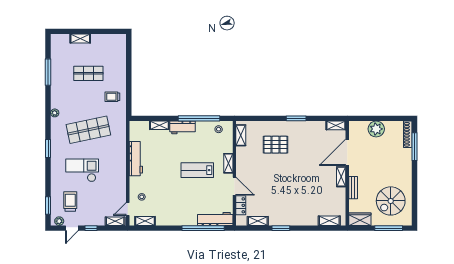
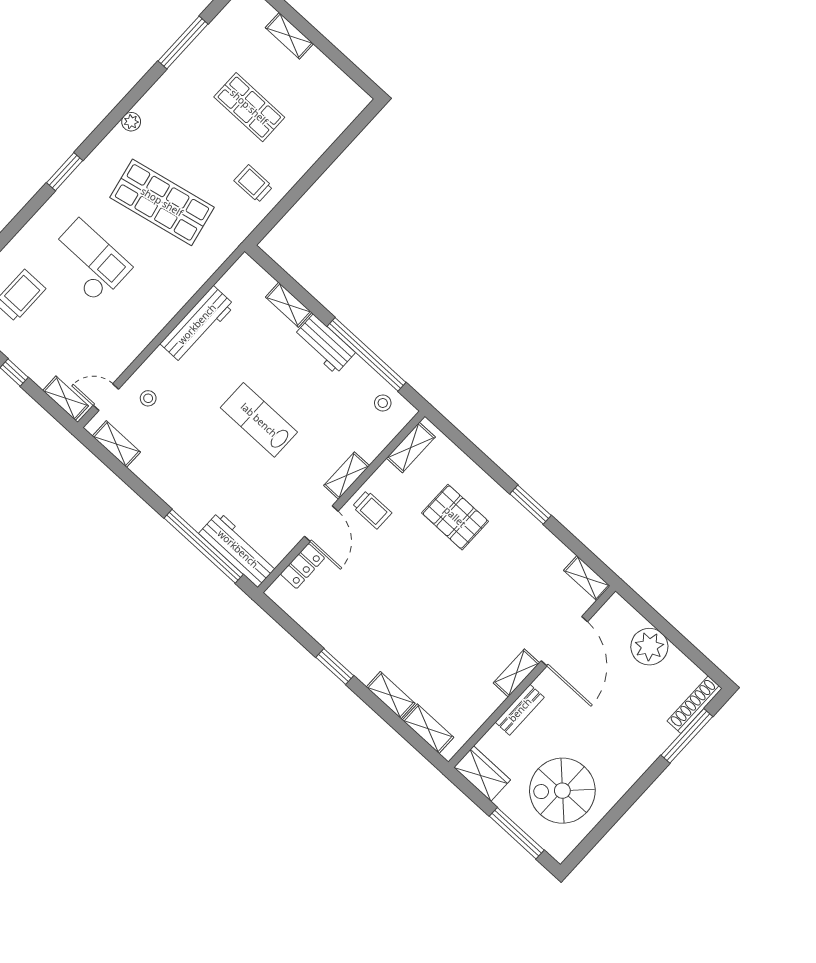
door: (347, 152) -> (564, 641), swing flipped
trolley: (247, 167) -> (372, 510), added
lab bench: (197, 170) -> (259, 420), moved
shelving: (258, 221) -> (391, 695), moved

